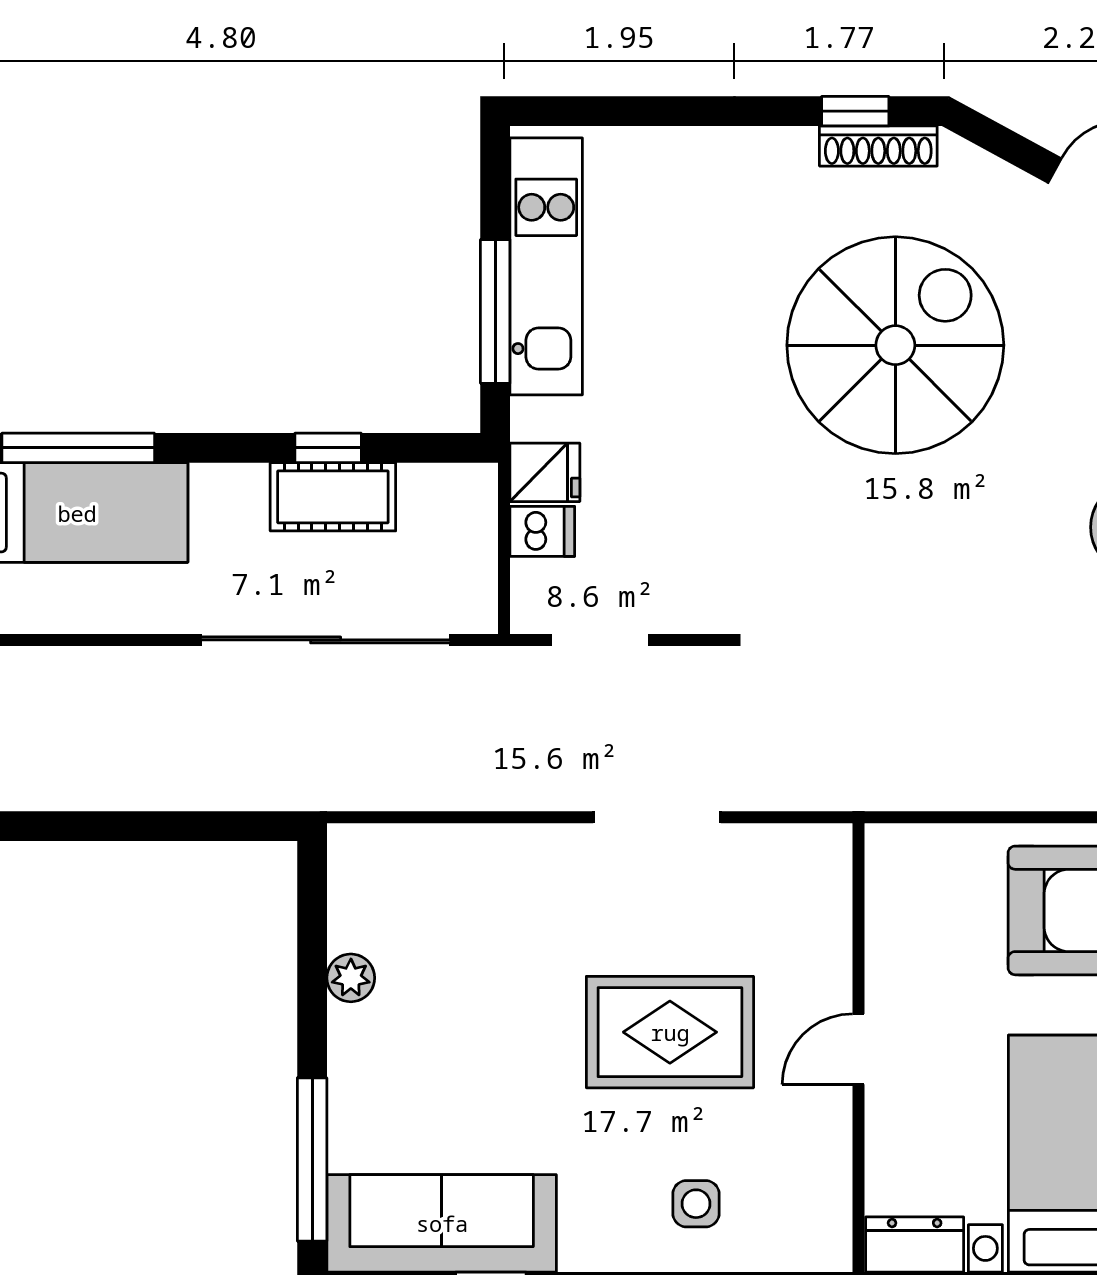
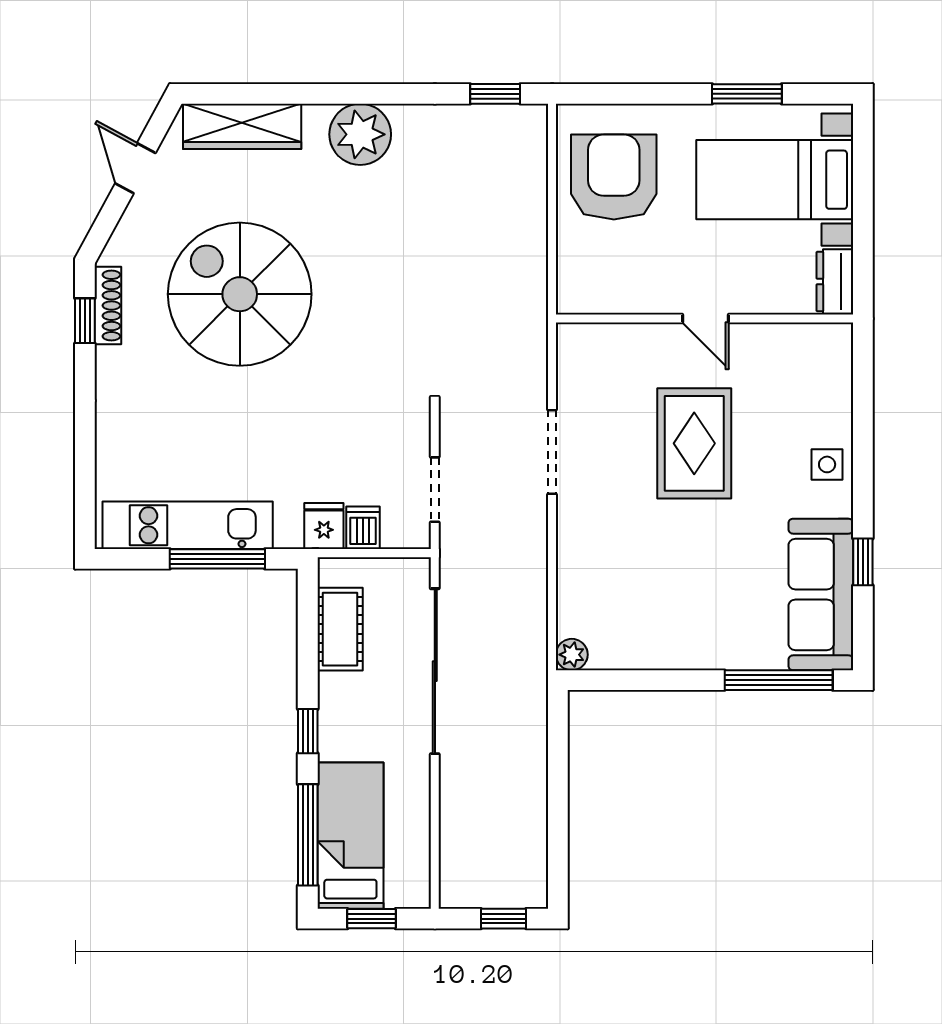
window: (328, 448) -> (308, 731), moved
cot: (333, 497) -> (340, 629), moved
plant: (351, 978) -> (572, 655), moved
side table: (696, 1204) -> (827, 464), moved

